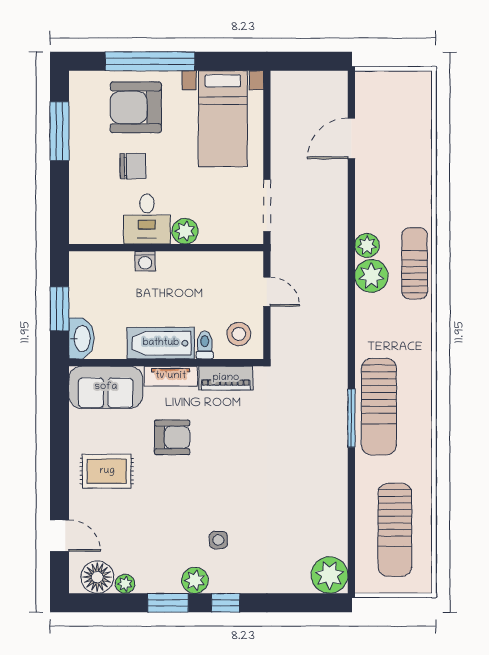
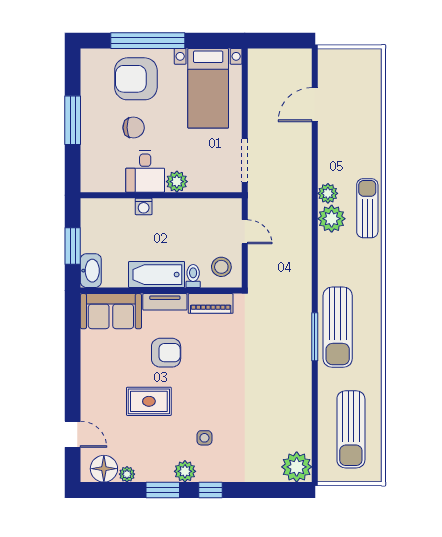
window: (60, 131) -> (73, 120), moved
rug: (107, 471) -> (149, 401), moved

